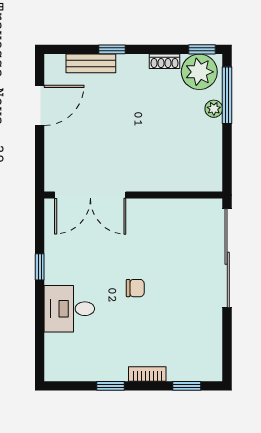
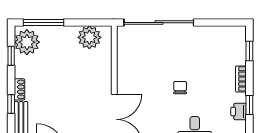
window: (202, 49) -> (11, 56), moved
shoe rack: (165, 61) -> (19, 89), moved
plant: (214, 109) -> (89, 37), moved, width x1.87, depth x1.87
printer: (101, 371) -> (239, 112), added

